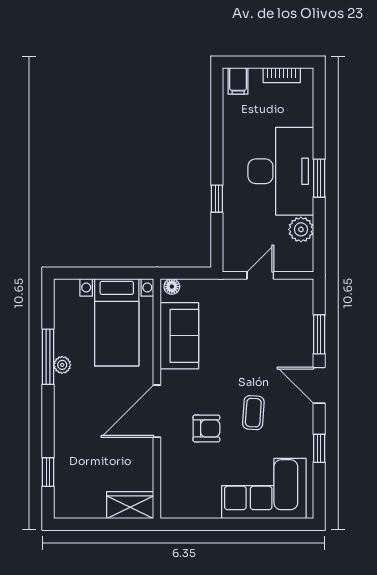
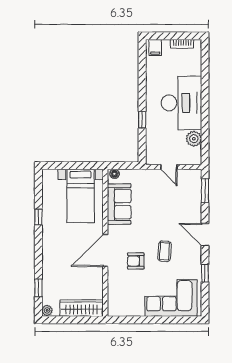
window: (319, 178) -> (205, 107), removed
door: (260, 275) -> (169, 167), swing flipped
window: (319, 334) -> (205, 191), moved
window: (48, 357) -> (38, 217), width x0.46
plant: (62, 365) -> (47, 310), moved
armchair: (206, 428) -> (136, 261), turned 180
wardrobe: (130, 505) -> (82, 308), width x1.50

